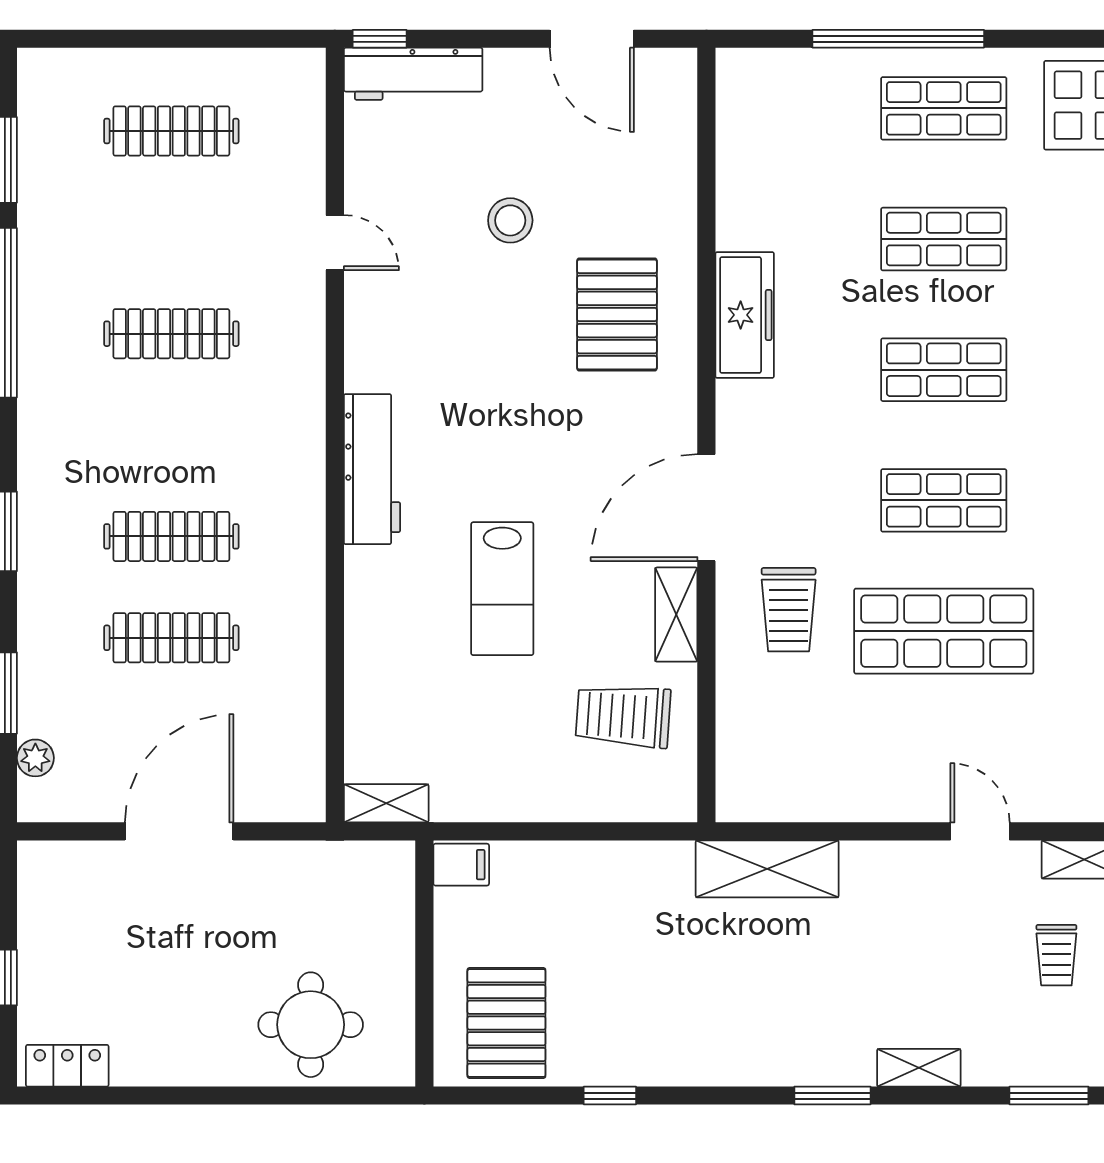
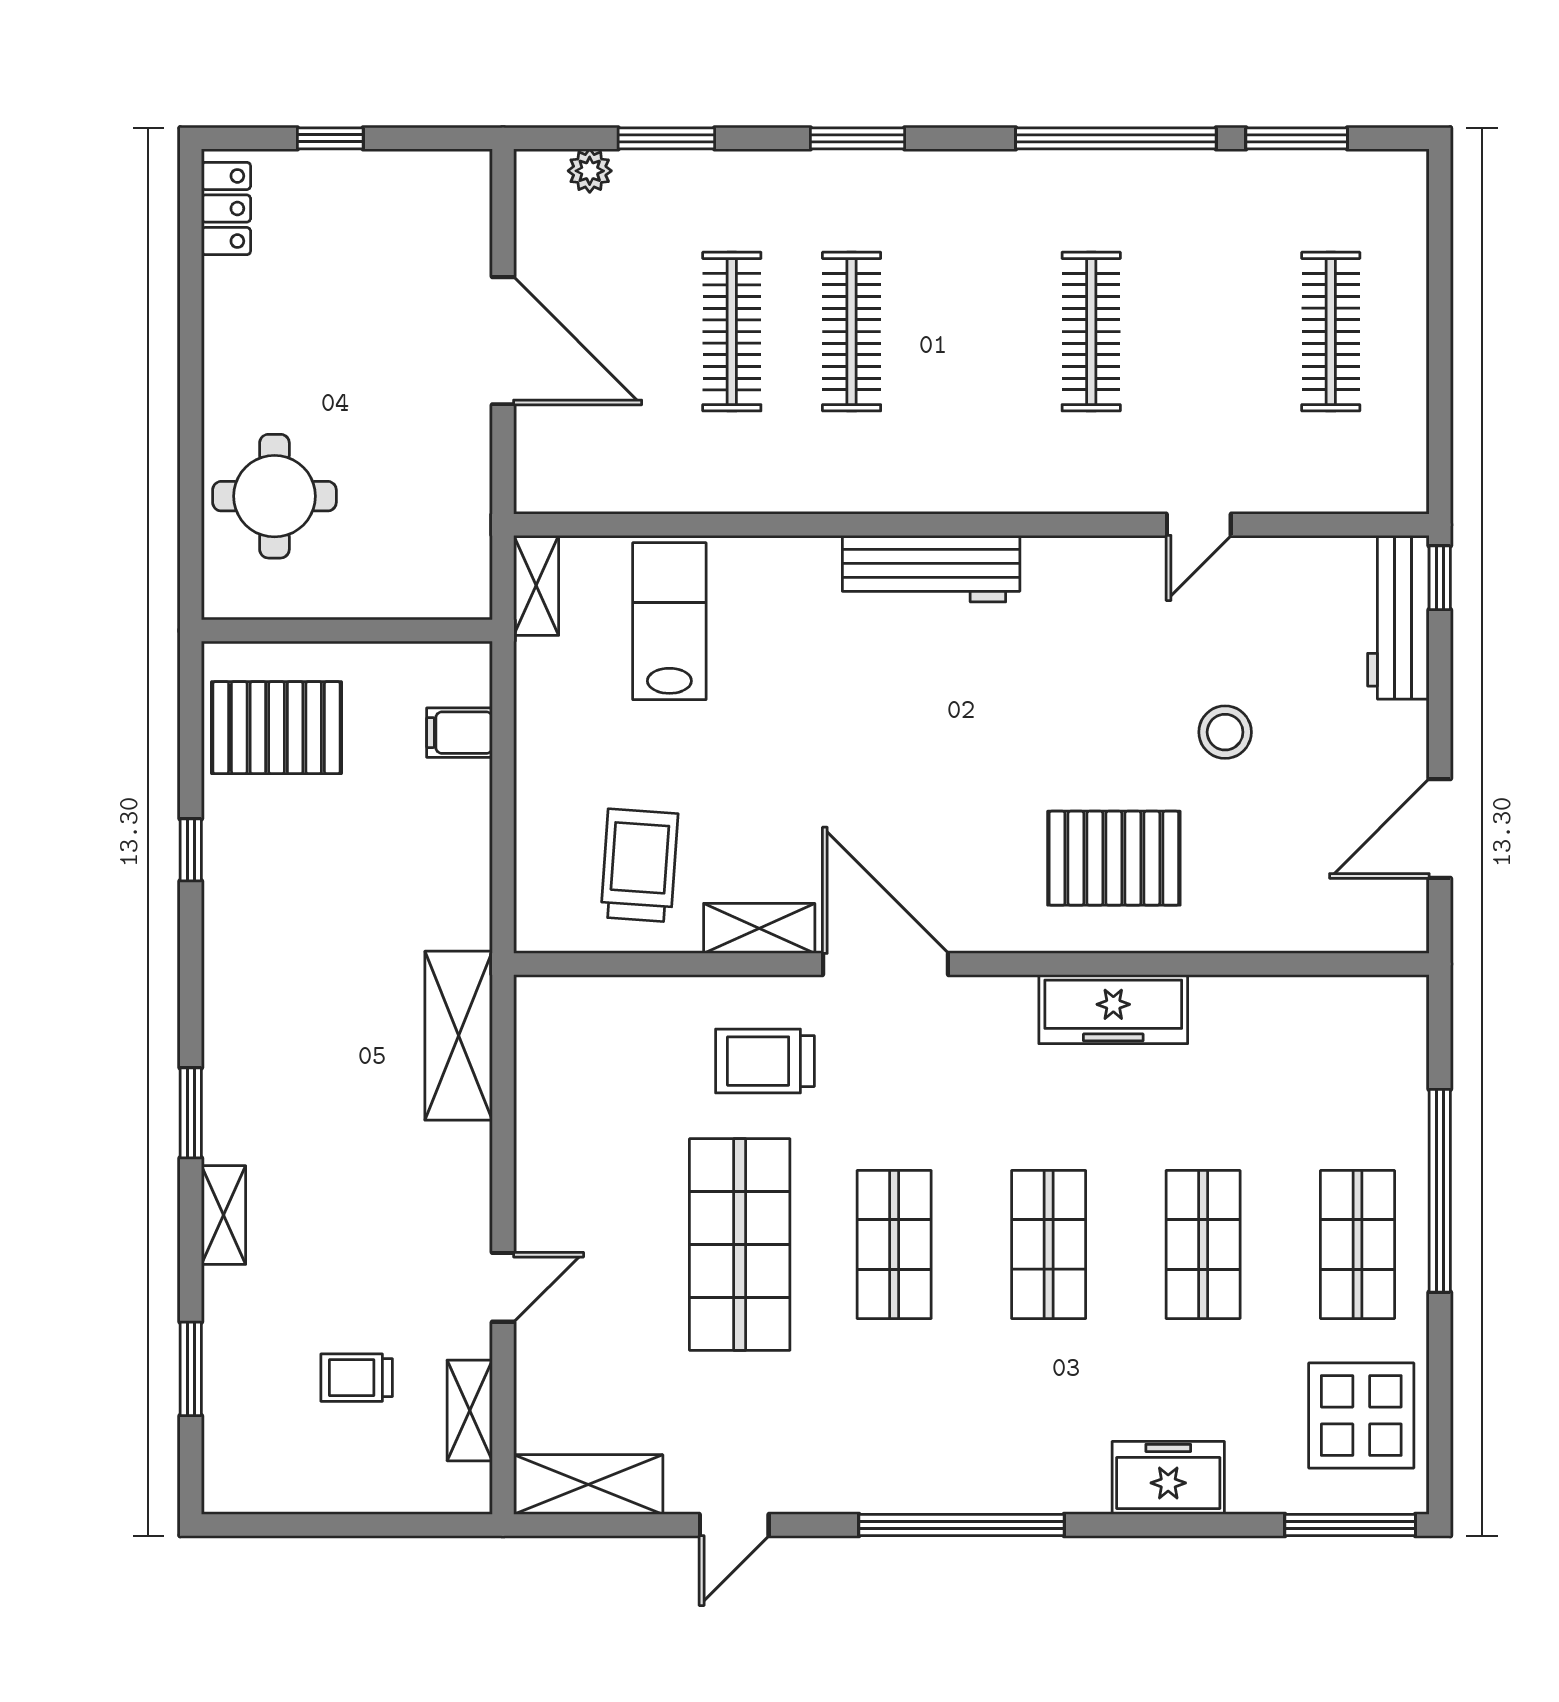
lab bench: (502, 589) -> (669, 621), moved, turned 90
filing cabinet: (461, 865) -> (459, 733), moved, turned 90

